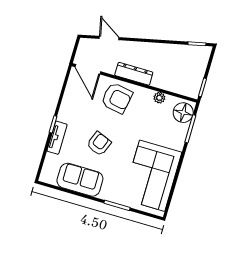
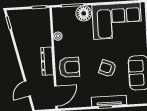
armchair: (117, 98) -> (69, 67), turned 80
floor lamp: (183, 113) -> (84, 13), moved
tv unit: (57, 138) -> (109, 101), width x1.41

